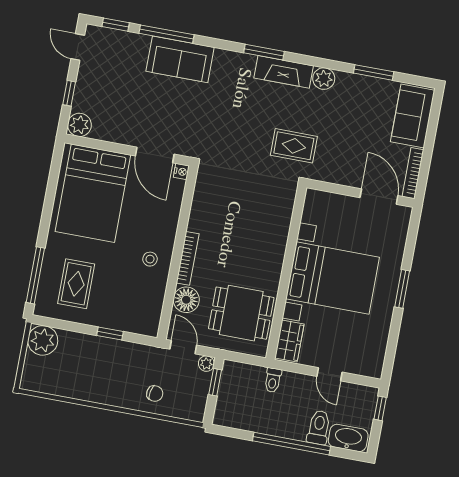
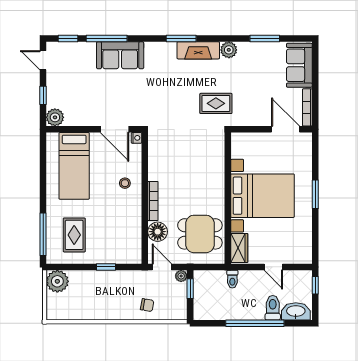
bed: (93, 193) -> (74, 166), width x0.67
stool: (150, 259) -> (125, 183), moved

